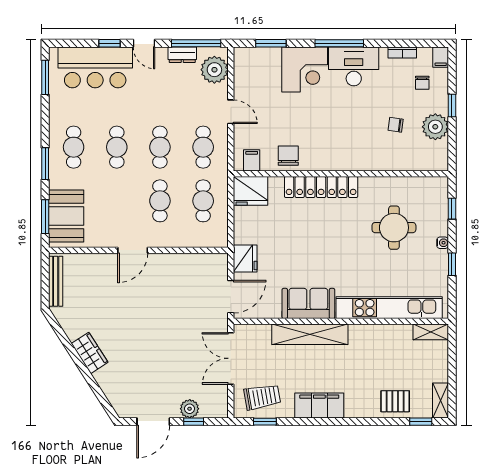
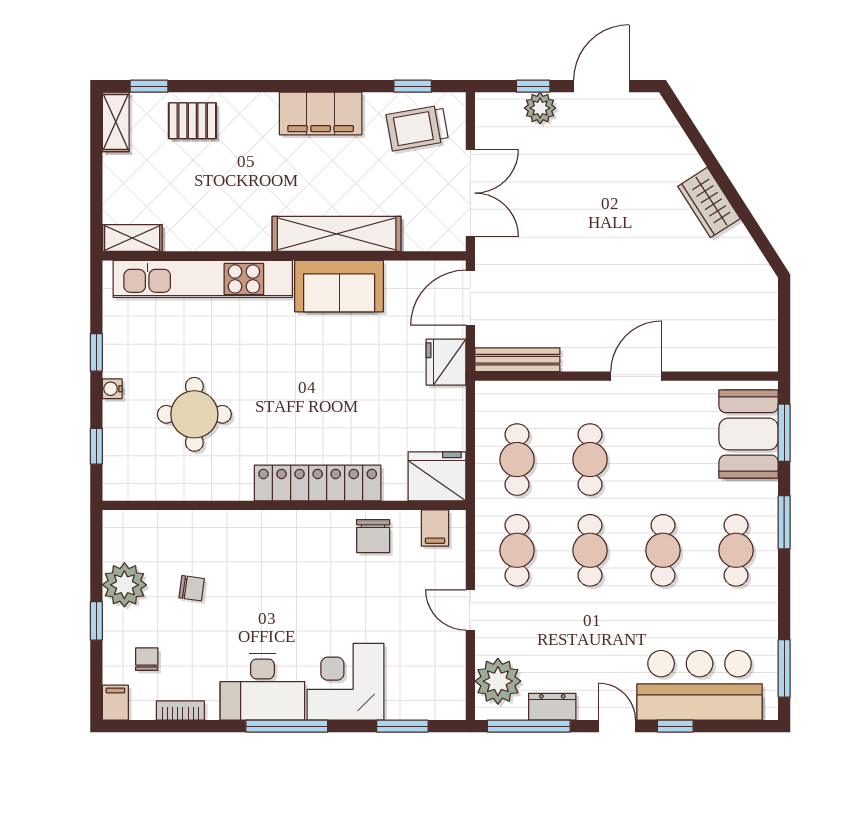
bench: (56, 281) -> (517, 360), moved, turned 90

